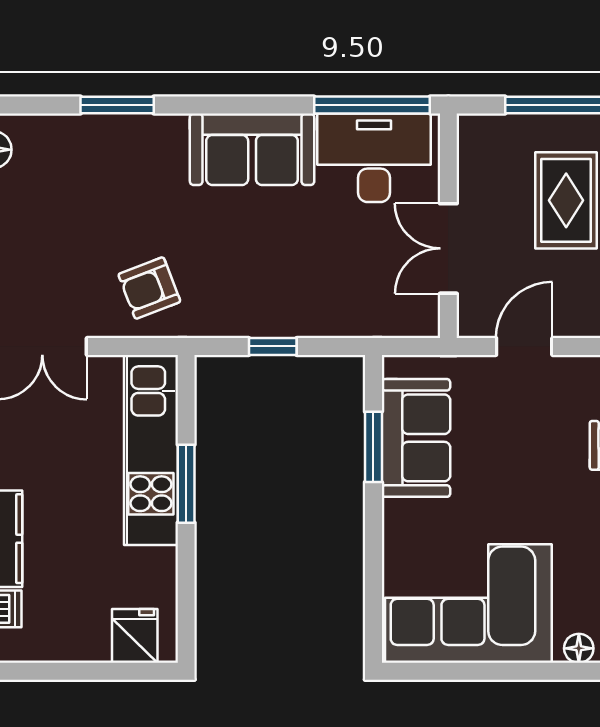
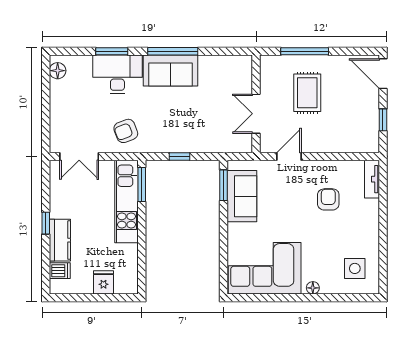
window: (372, 105) -> (173, 51), moved
desk: (374, 158) -> (117, 74), moved
window: (373, 447) -> (223, 185), moved
window: (186, 484) -> (142, 185), moved
fridge: (135, 636) -> (103, 282), moved

